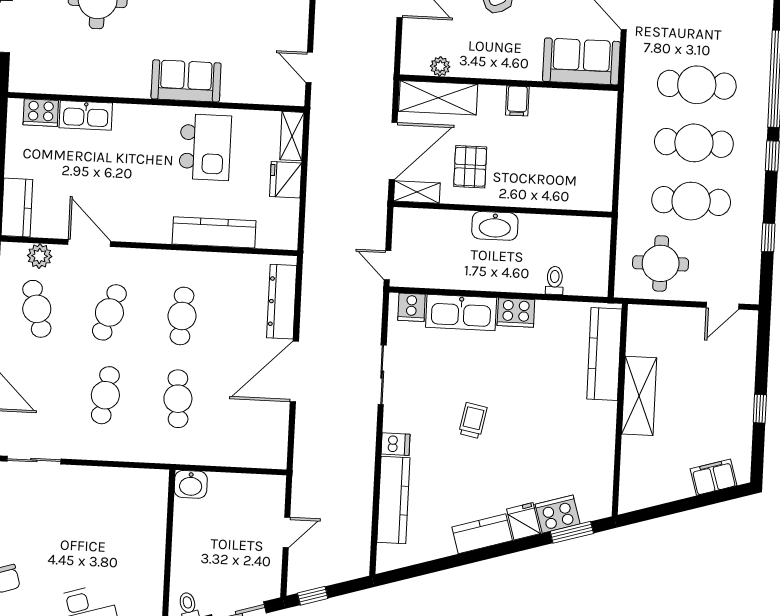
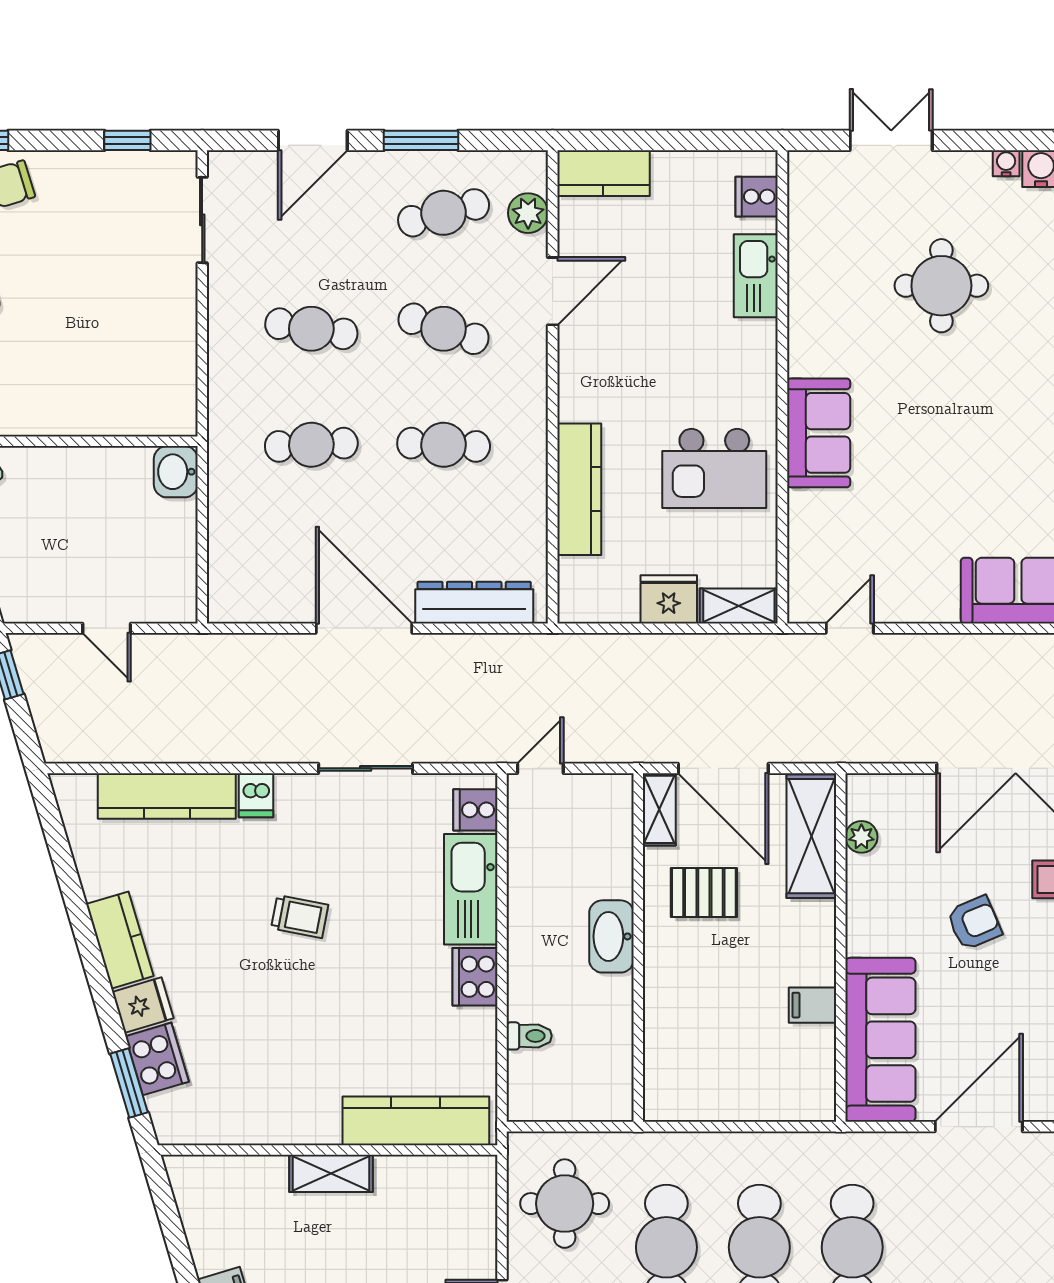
sofa: (581, 61) -> (880, 1040), width x1.36
filing cabinet: (517, 101) -> (812, 1005), moved
cooker: (41, 113) -> (757, 197), width x0.73
shelving: (639, 396) -> (331, 1173), width x0.67, depth x0.75

